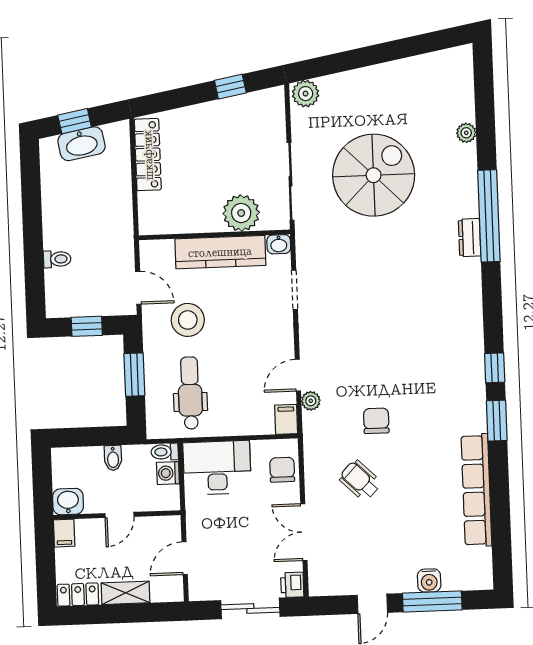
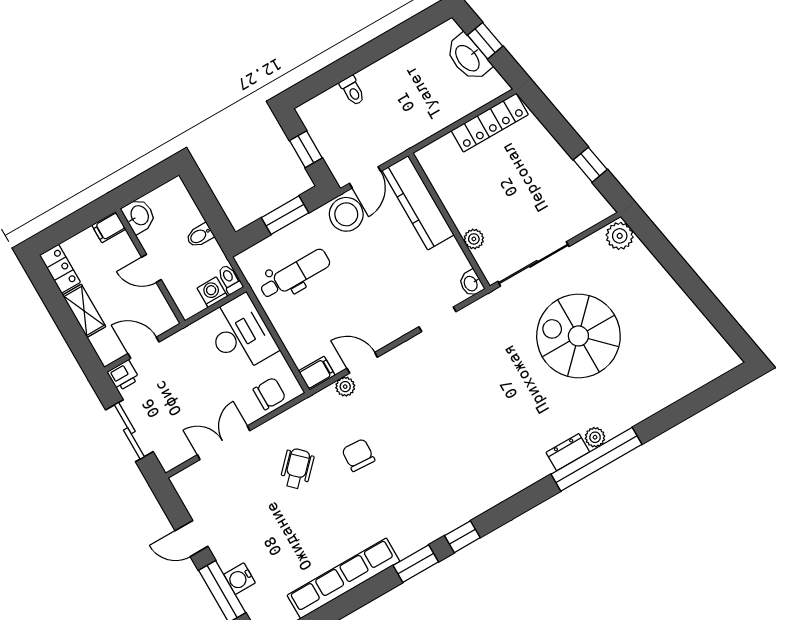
plant: (466, 133) -> (595, 437), moved
spiral stairs: (374, 175) -> (578, 336), turned 180
plant: (241, 213) -> (474, 239), width x0.53, depth x0.53
kitchen counter: (220, 252) -> (418, 203), moved
stool: (188, 320) -> (346, 214), moved
chair: (376, 421) -> (358, 455), turned -87
printer: (292, 585) -> (123, 375), moved, turned 180

